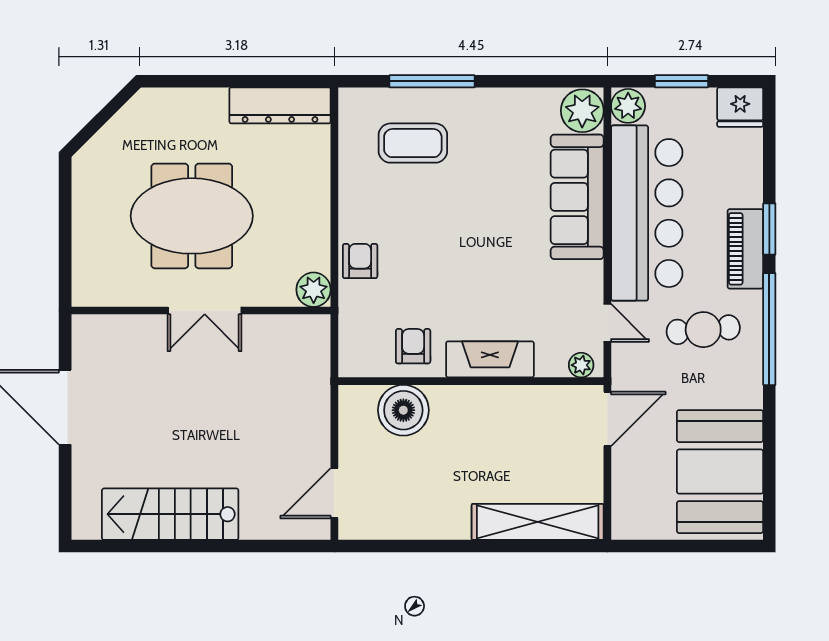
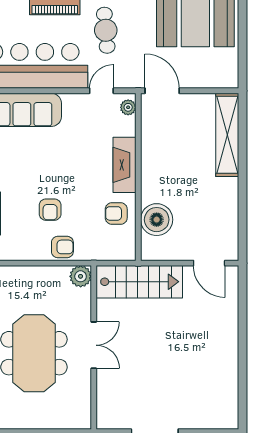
armchair: (419, 242) -> (50, 210), added
armchair: (360, 261) -> (62, 247), turned 180
stairs: (170, 514) -> (139, 282), moved, turned -90

